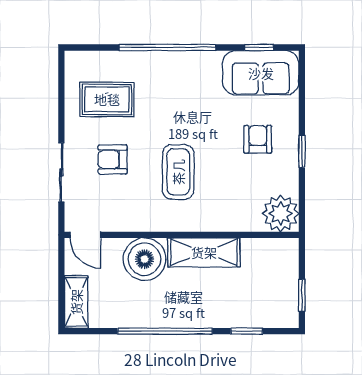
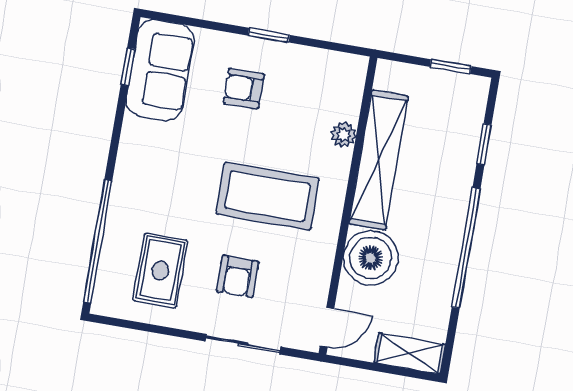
window: (167, 47) -> (98, 241), moved
coffee table: (178, 172) -> (268, 196), width x1.36, depth x1.32
plant: (281, 214) -> (344, 135), moved, width x0.53, depth x0.53
shelving: (204, 252) -> (379, 160), width x1.47

